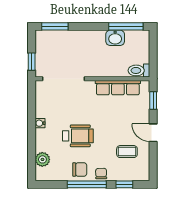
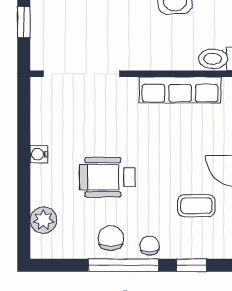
window: (32, 62) -> (24, 22), moved
wheelchair: (78, 136) -> (107, 177), turned 180
chair: (80, 169) -> (111, 238), turned -90

